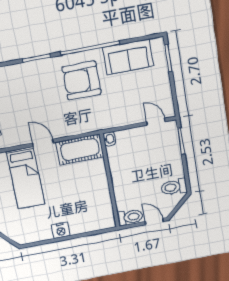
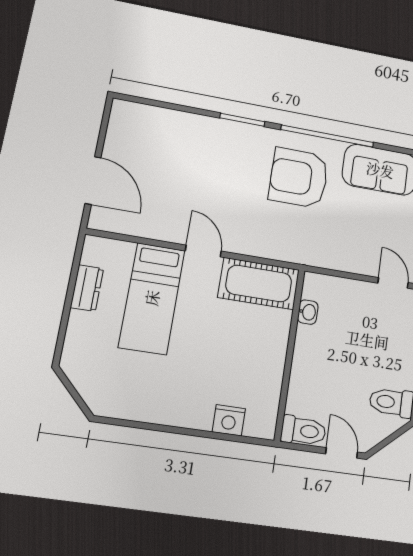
washbasin: (109, 139) -> (308, 312), moved
nightstand: (61, 230) -> (229, 420), moved

